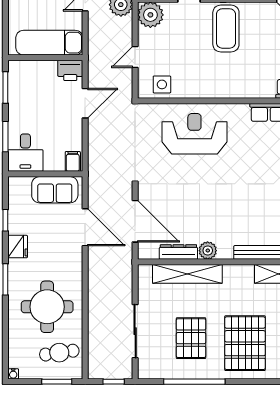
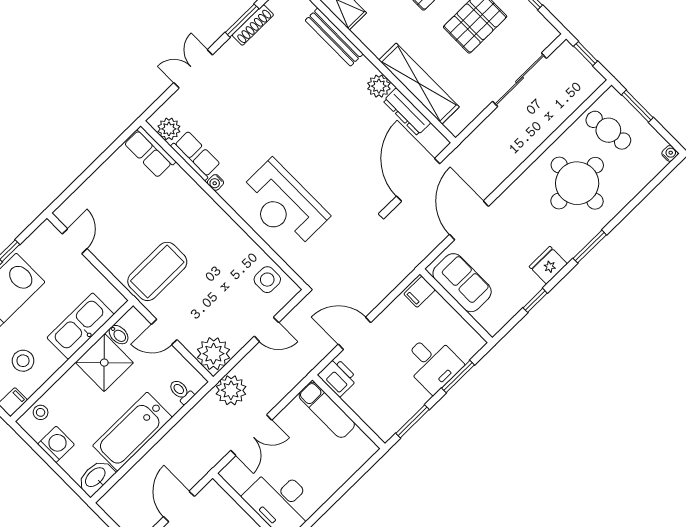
exam couch: (49, 43) -> (327, 410), width x0.73, depth x0.69
water cooler: (243, 109) -> (215, 182), added
desk: (25, 153) -> (432, 363), moved, turned 90

